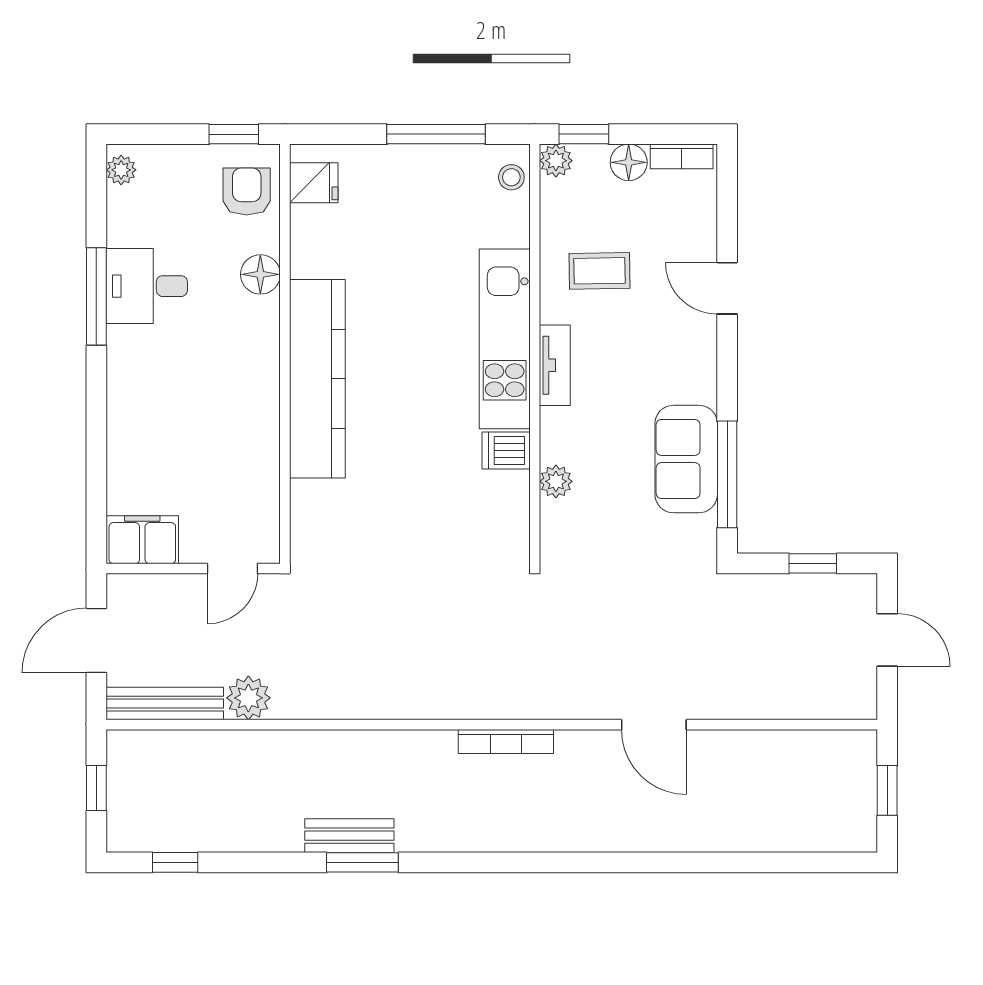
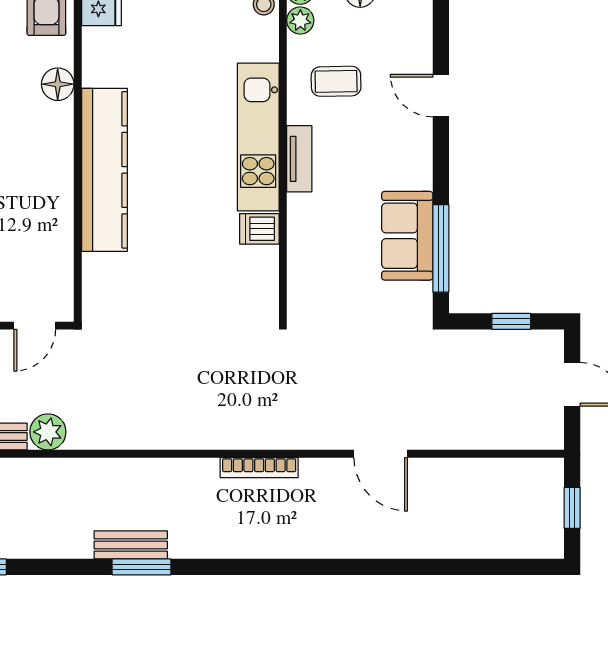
plant: (556, 481) -> (300, 20), moved

